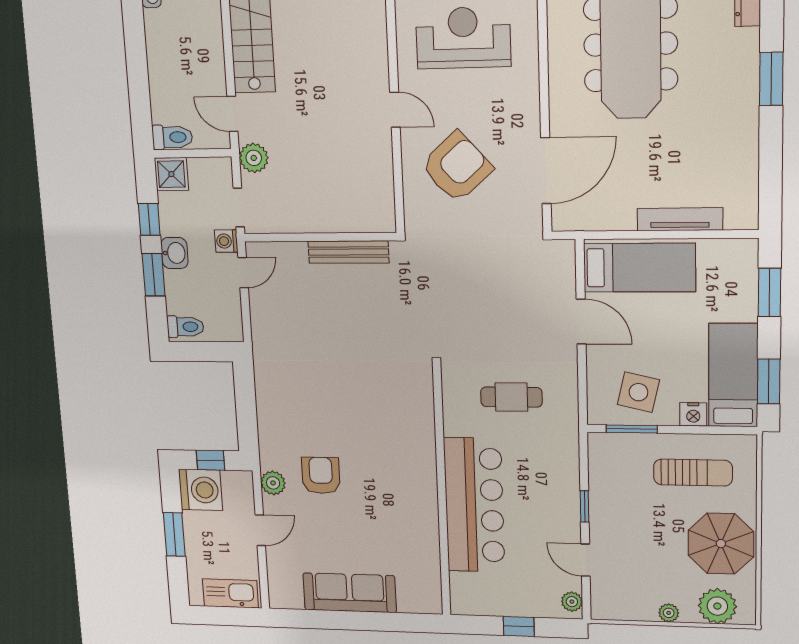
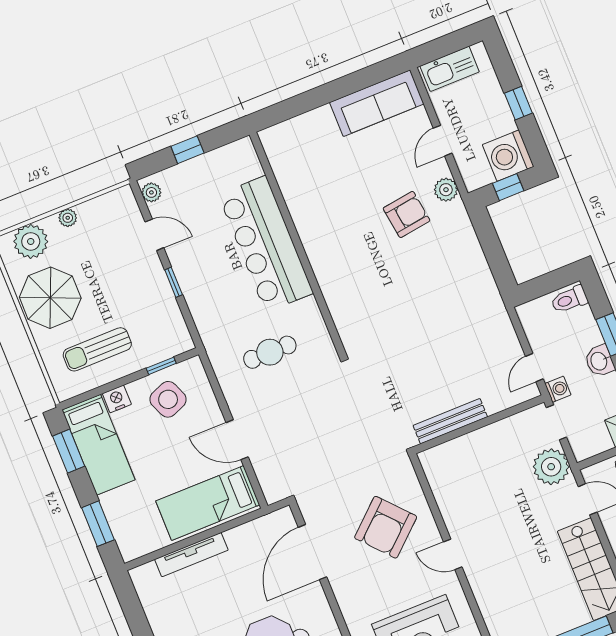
plant: (254, 158) -> (551, 467), width x1.36, depth x1.36
side table: (638, 392) -> (168, 399), turned -35
window: (632, 429) -> (161, 366), width x0.67
armchair: (321, 475) -> (406, 214), turned -98
window: (174, 534) -> (518, 103), width x0.67
sofa: (350, 593) -> (377, 103), moved

